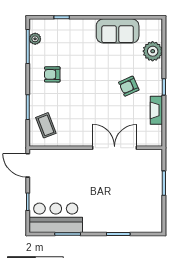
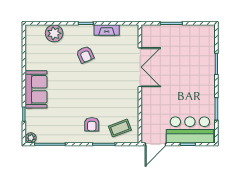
sofa: (118, 31) -> (36, 89), moved
plant: (35, 39) -> (31, 138), moved
armchair: (52, 74) -> (92, 124), moved
double door: (115, 148) -> (140, 67), swing flipped
bar counter: (56, 218) -> (190, 130), moved, turned 90

